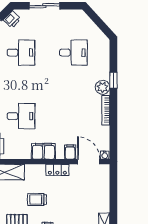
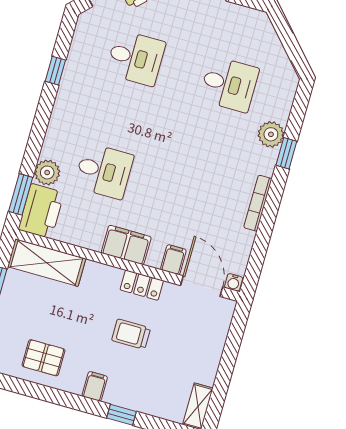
plant: (102, 87) -> (271, 134), moved
trolley: (37, 199) -> (131, 334), moved

